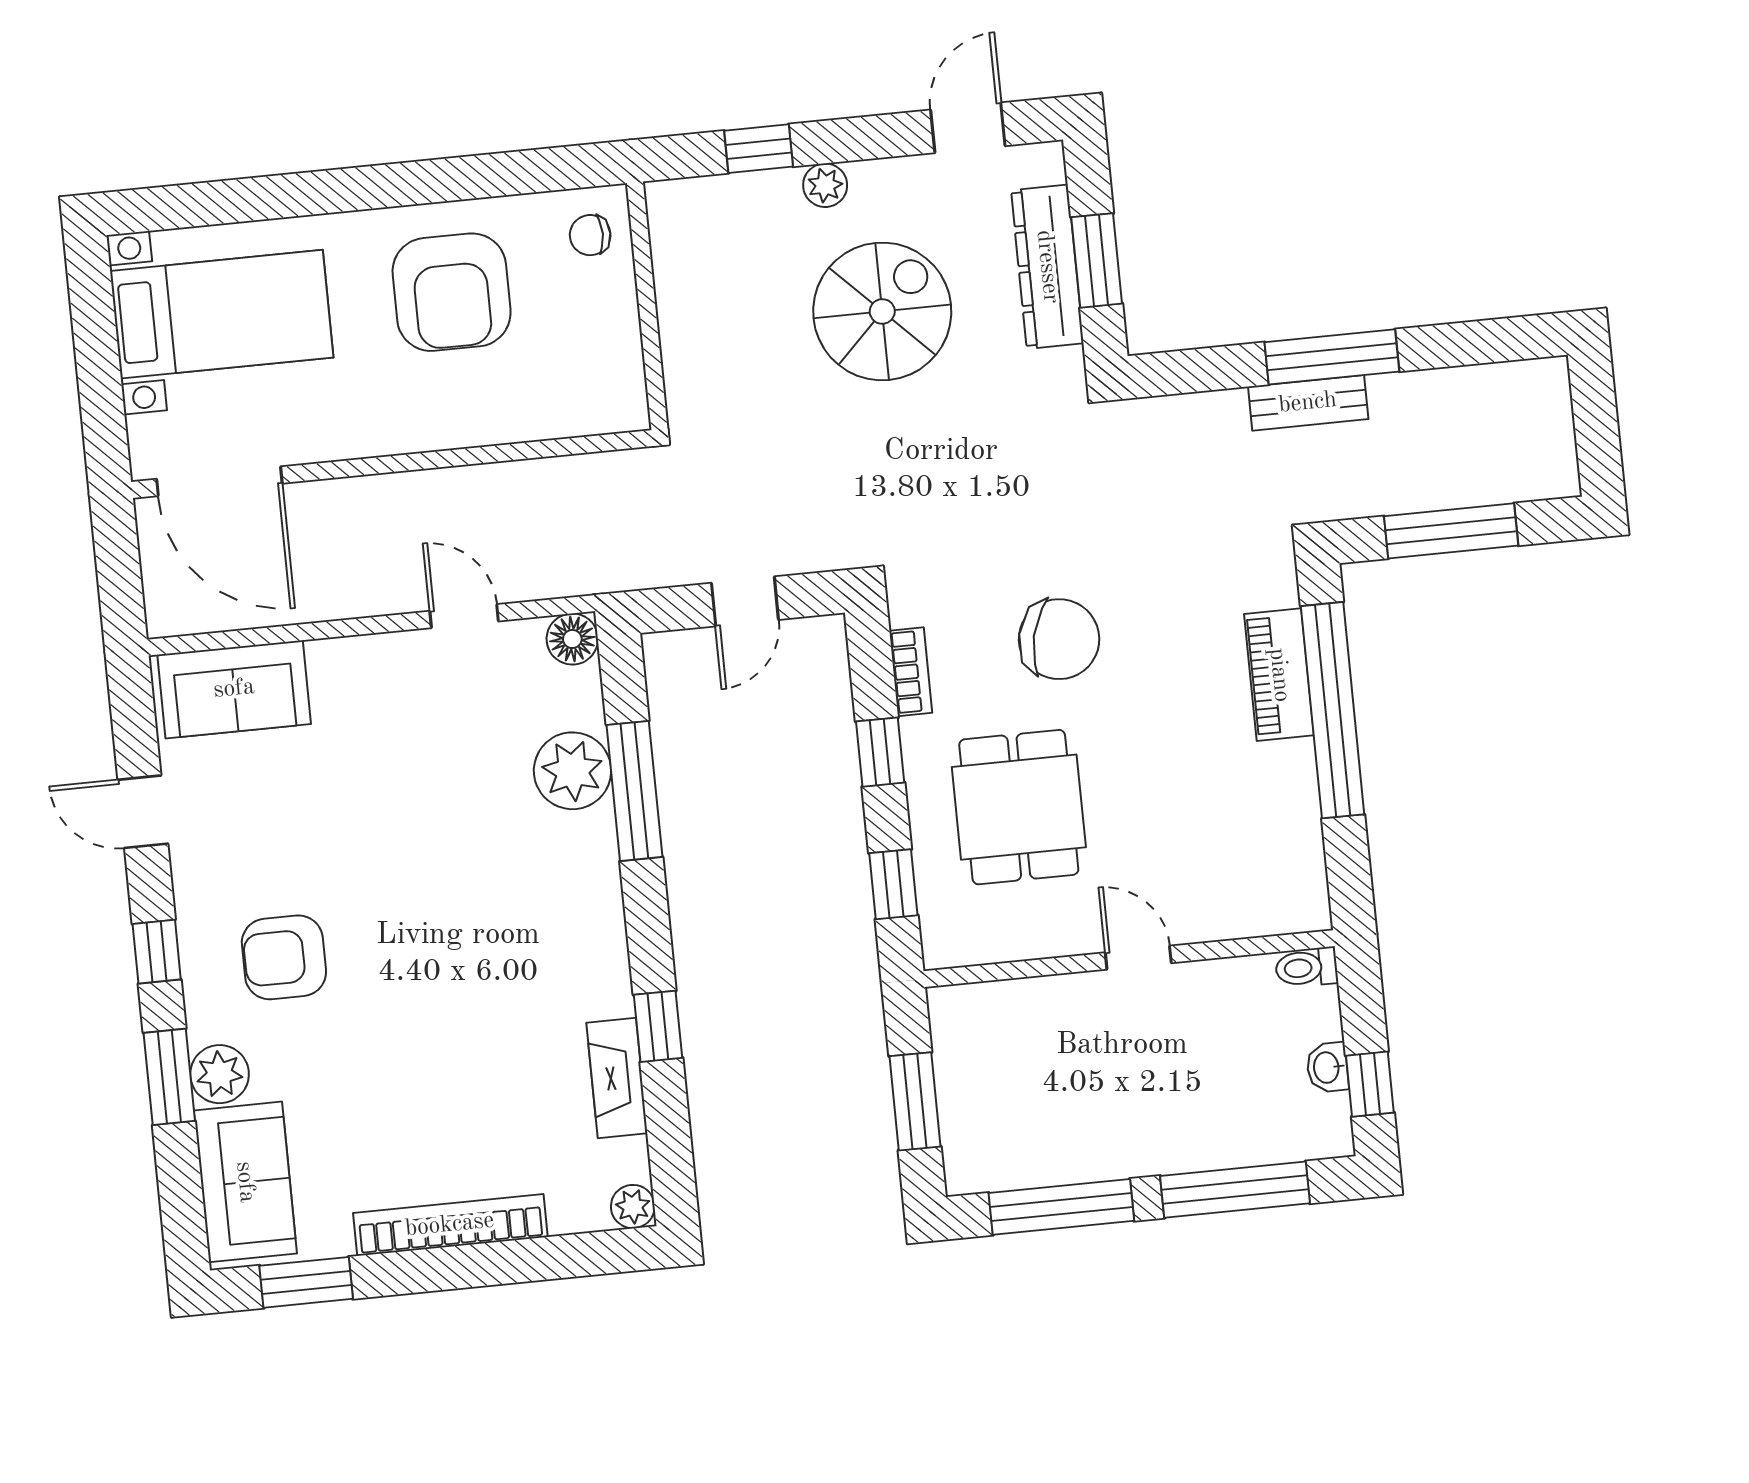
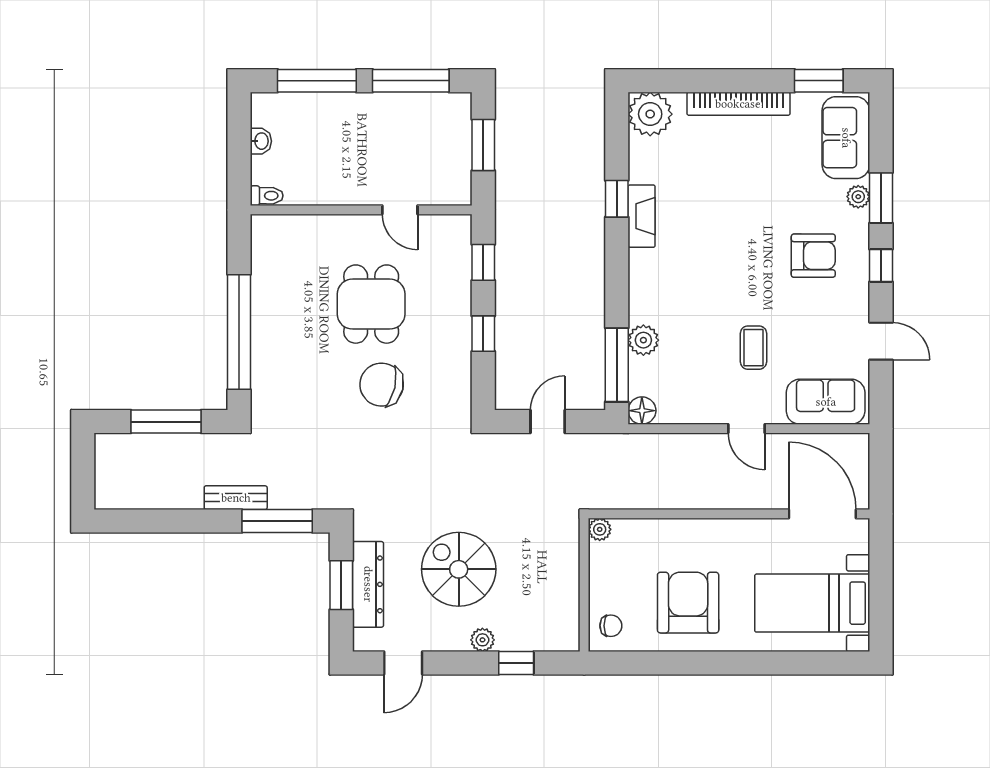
spiral stairs: (882, 311) -> (459, 569), turned 90
window: (1332, 357) -> (277, 521), moved
plant: (629, 411) -> (600, 529), added
door: (464, 616) -> (747, 429), moved
bookcase: (911, 672) -> (463, 375), removed
piano: (1279, 675) -> (266, 354), removed
plant: (572, 771) -> (643, 340), width x0.73, depth x0.73
coffee table: (378, 776) -> (753, 348), added
window: (634, 791) -> (617, 365), moved
dining table: (1019, 807) -> (371, 304), moved
door: (1138, 958) -> (400, 210), moved
plant: (220, 1074) -> (858, 197), width x0.73, depth x0.73
fireplace: (617, 1078) -> (642, 216), moved
window: (1370, 1084) -> (239, 130), removed
plant: (633, 1207) -> (650, 114), width x1.88, depth x1.88

